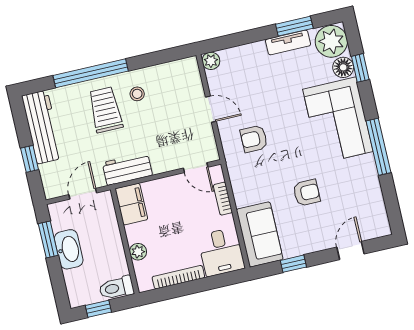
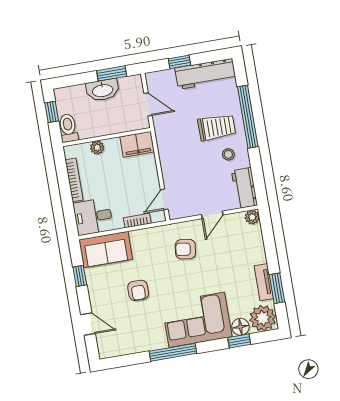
armchair: (254, 139) -> (185, 249), turned -82
workbench: (127, 169) -> (245, 188), moved, turned 180

